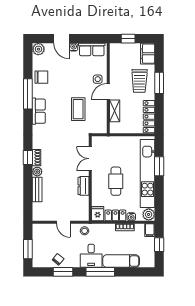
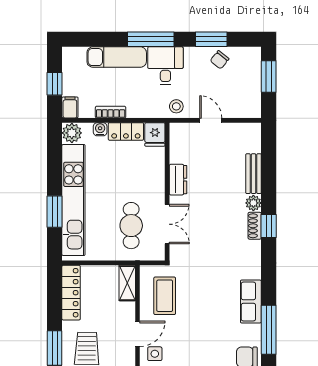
coffee table: (78, 109) -> (165, 296), moved
shelving: (115, 111) -> (127, 283), moved
cafe table: (116, 181) -> (131, 226), moved

